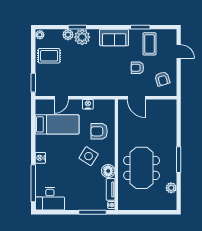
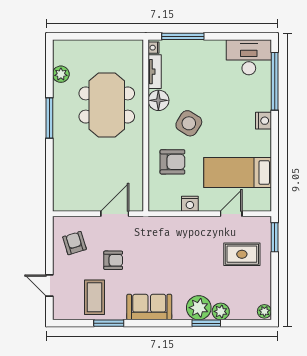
rug: (49, 56) -> (242, 254), moved
door: (136, 98) -> (115, 214), hinge flipped

